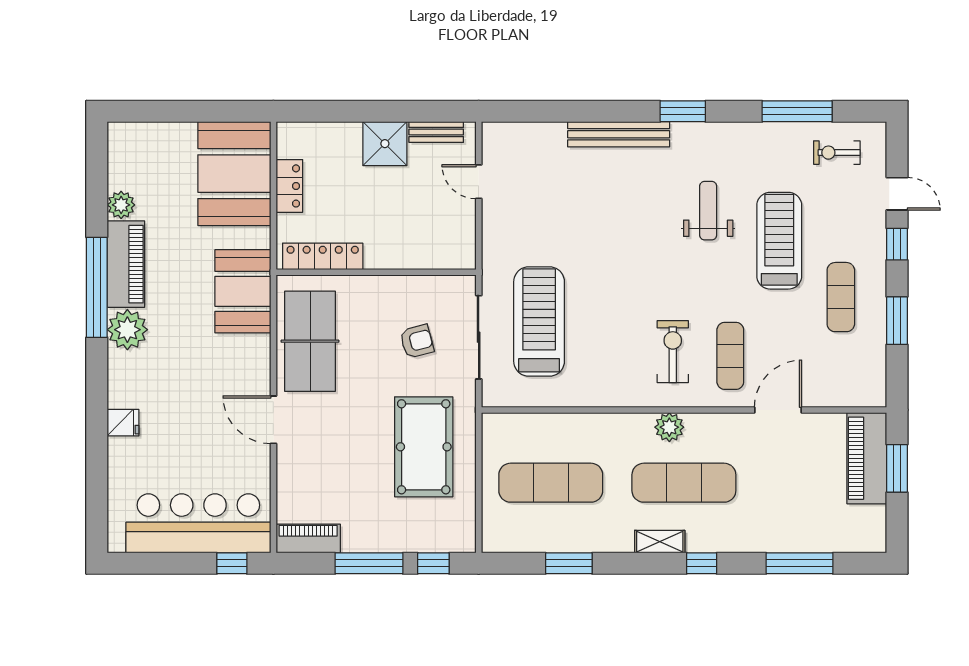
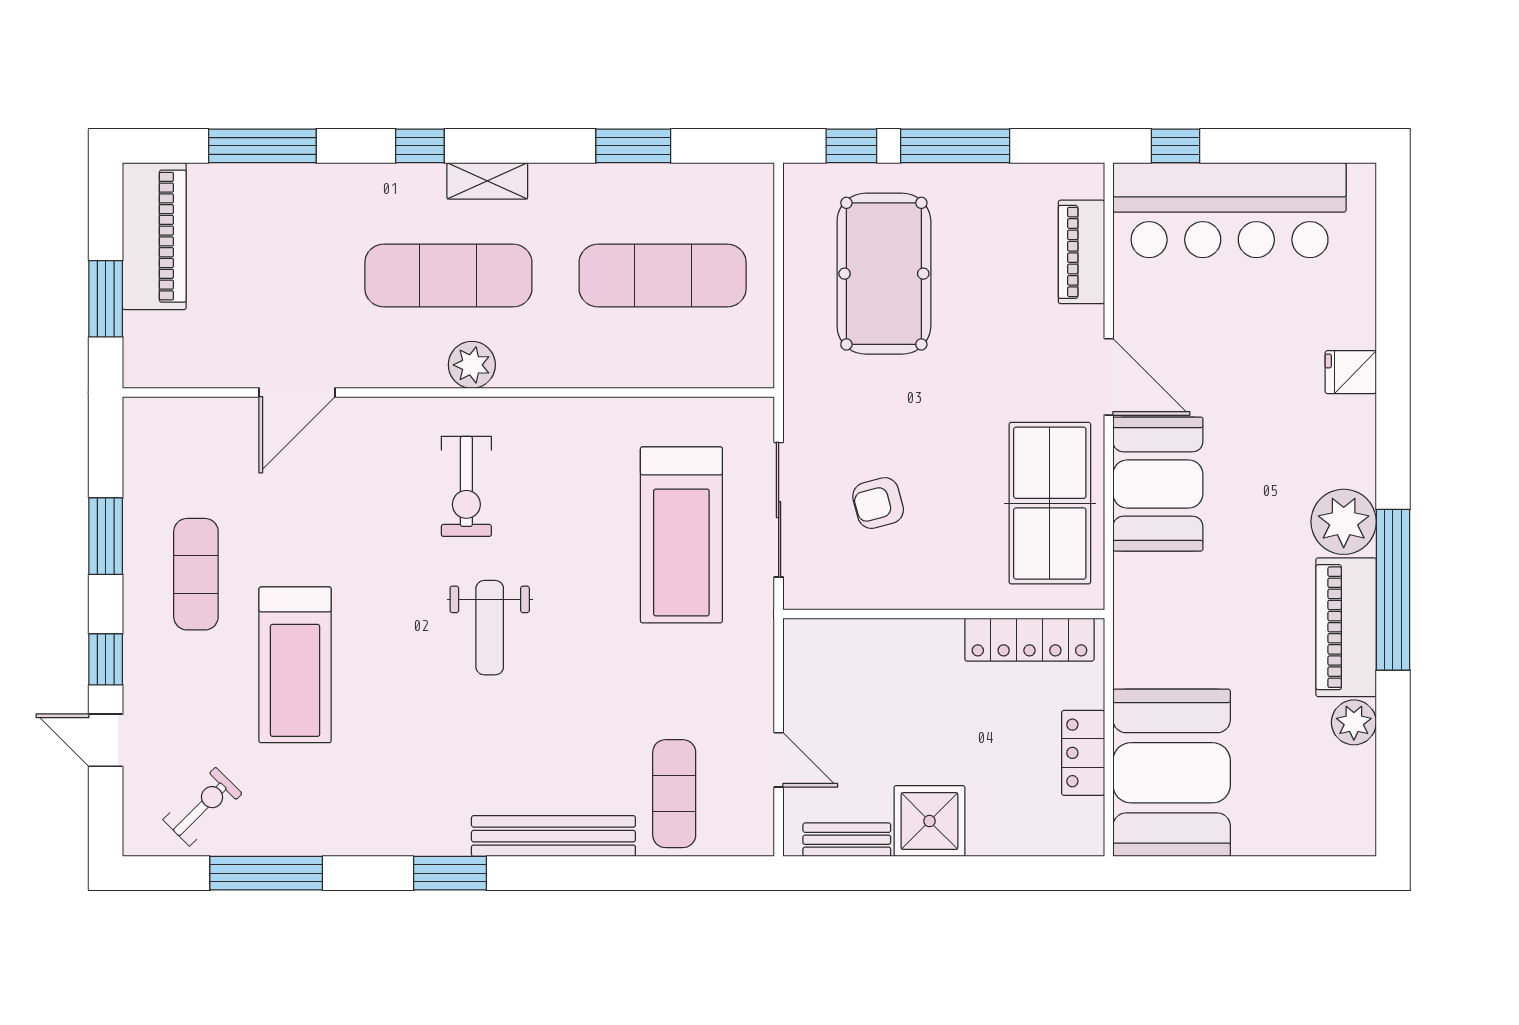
exercise bike: (837, 153) -> (202, 807), turned -45
weight bench: (708, 211) -> (490, 628), moved
booth: (243, 291) -> (1158, 484), moved
exercise mat: (730, 356) -> (674, 794), moved
pool table: (424, 447) -> (884, 274), moved
piano: (867, 458) -> (154, 236), moved
piano: (308, 538) -> (1081, 252), moved, turned 90

